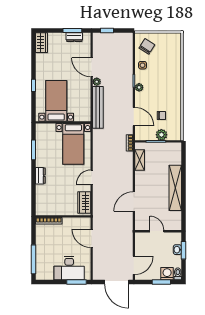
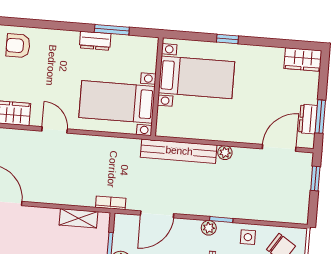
door: (92, 67) -> (279, 148), moved
dresser: (40, 176) -> (95, 41), moved
armchair: (47, 201) -> (18, 46), added

